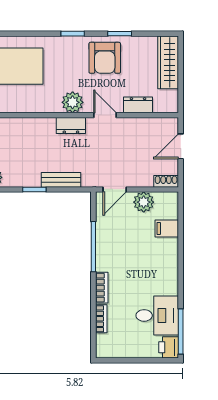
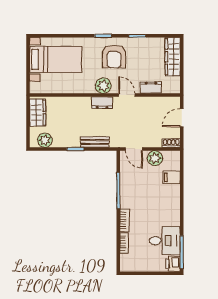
armchair: (105, 58) -> (114, 56), moved
door: (115, 189) -> (134, 149), hinge flipped

